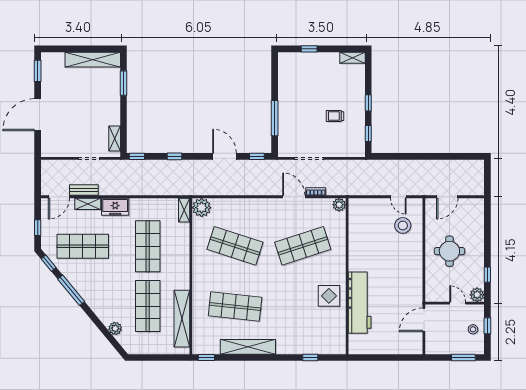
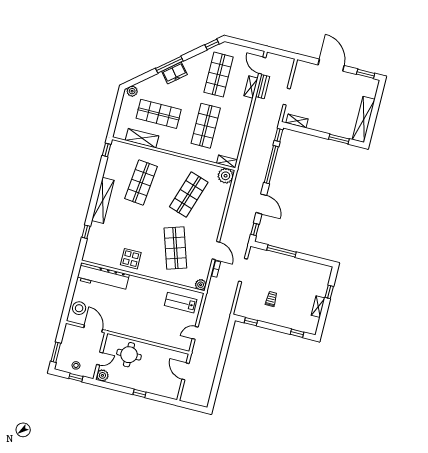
shelving: (352, 58) -> (318, 307), moved
window: (368, 103) -> (297, 333), moved
window: (174, 156) -> (271, 165), width x3.17
door: (225, 156) -> (261, 204), hinge flipped
door: (294, 197) -> (216, 251), hinge flipped
freezer: (115, 207) -> (174, 73), moved, turned -130
lab bench: (366, 223) -> (181, 303), added
stool: (403, 225) -> (79, 308), moved
window: (38, 228) -> (242, 43), removed
shop shelf: (148, 246) -> (206, 126), turned 90
round table: (449, 251) -> (129, 355), moved
window: (487, 275) -> (140, 393), moved
window: (71, 290) -> (169, 65), moved
workbench: (360, 303) -> (103, 277), moved
shelving: (182, 319) -> (142, 138), width x0.68
plant: (115, 328) -> (132, 91), moved
shelving: (248, 347) -> (103, 200), moved

